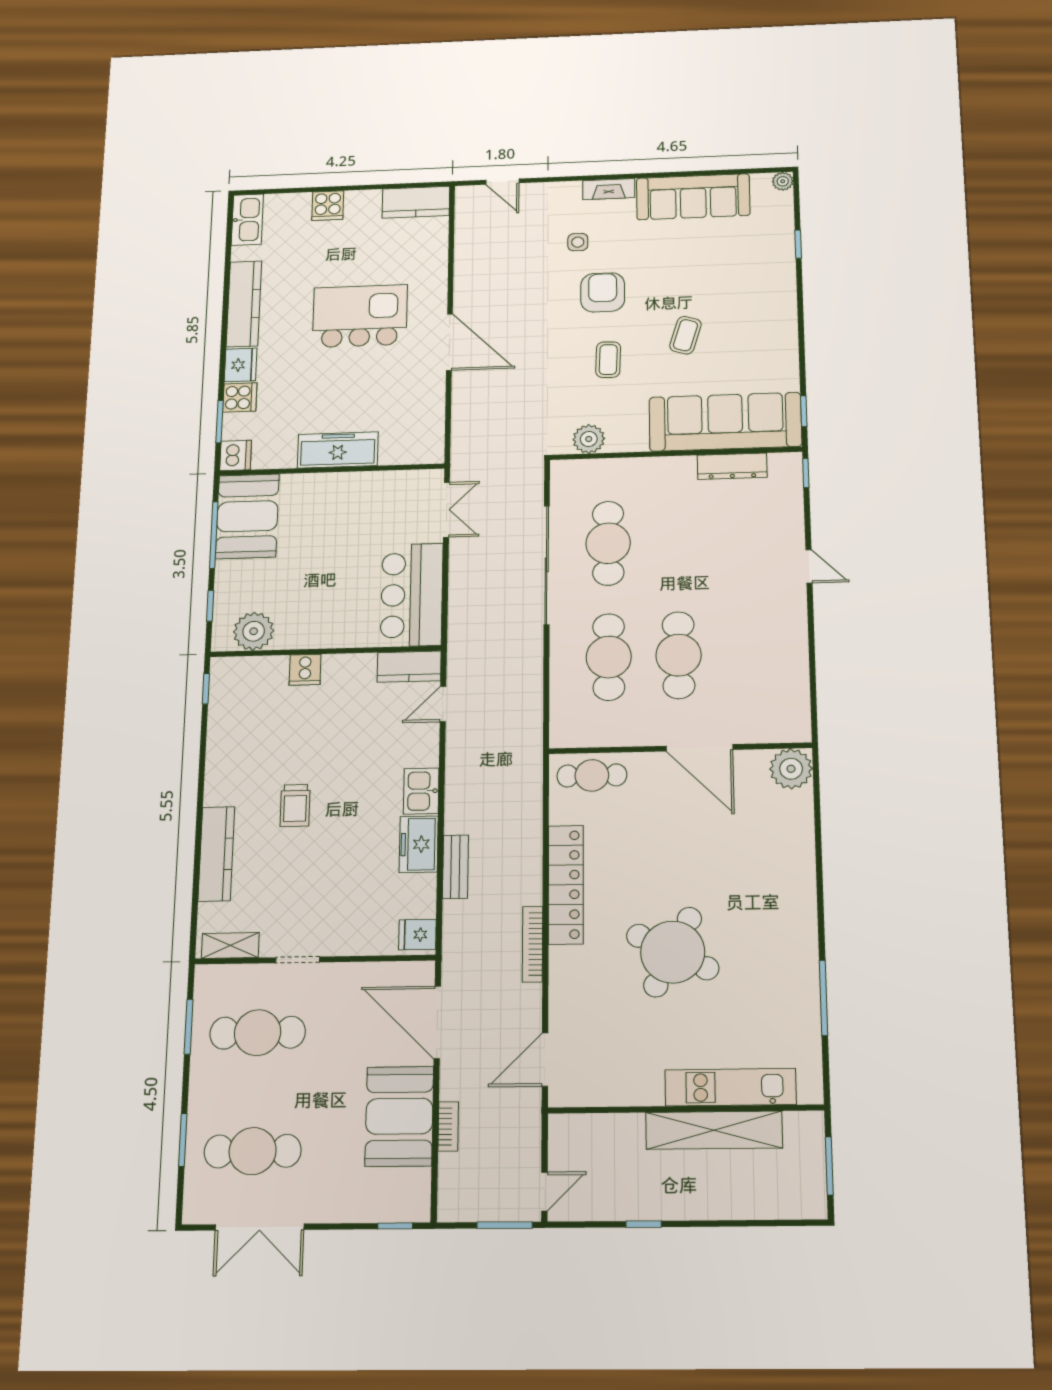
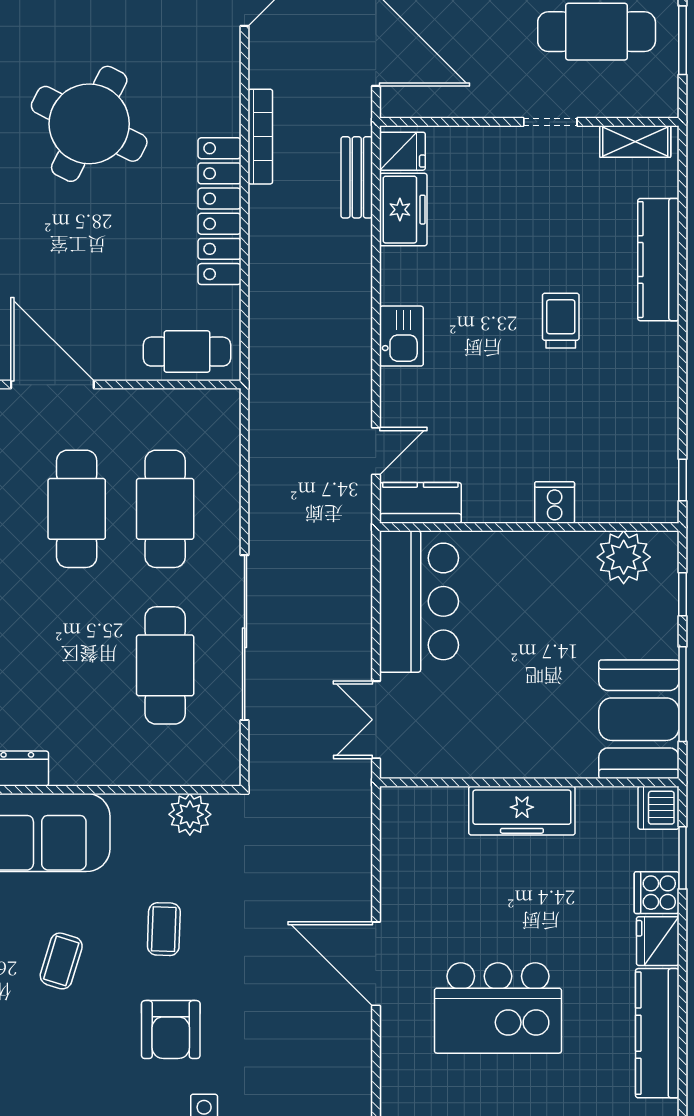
freezer: (419, 844) -> (403, 210), moved
bench: (455, 867) -> (357, 177), moved

